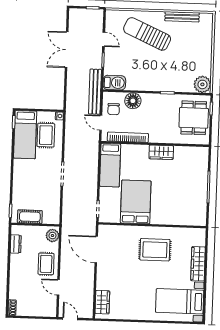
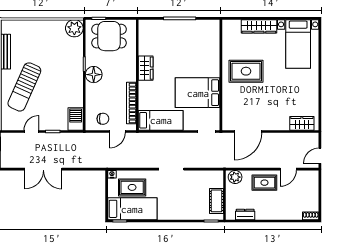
bench: (95, 92) -> (86, 138), removed
floor lamp: (133, 101) -> (94, 75), moved
rug: (155, 250) -> (246, 71), turned 90

